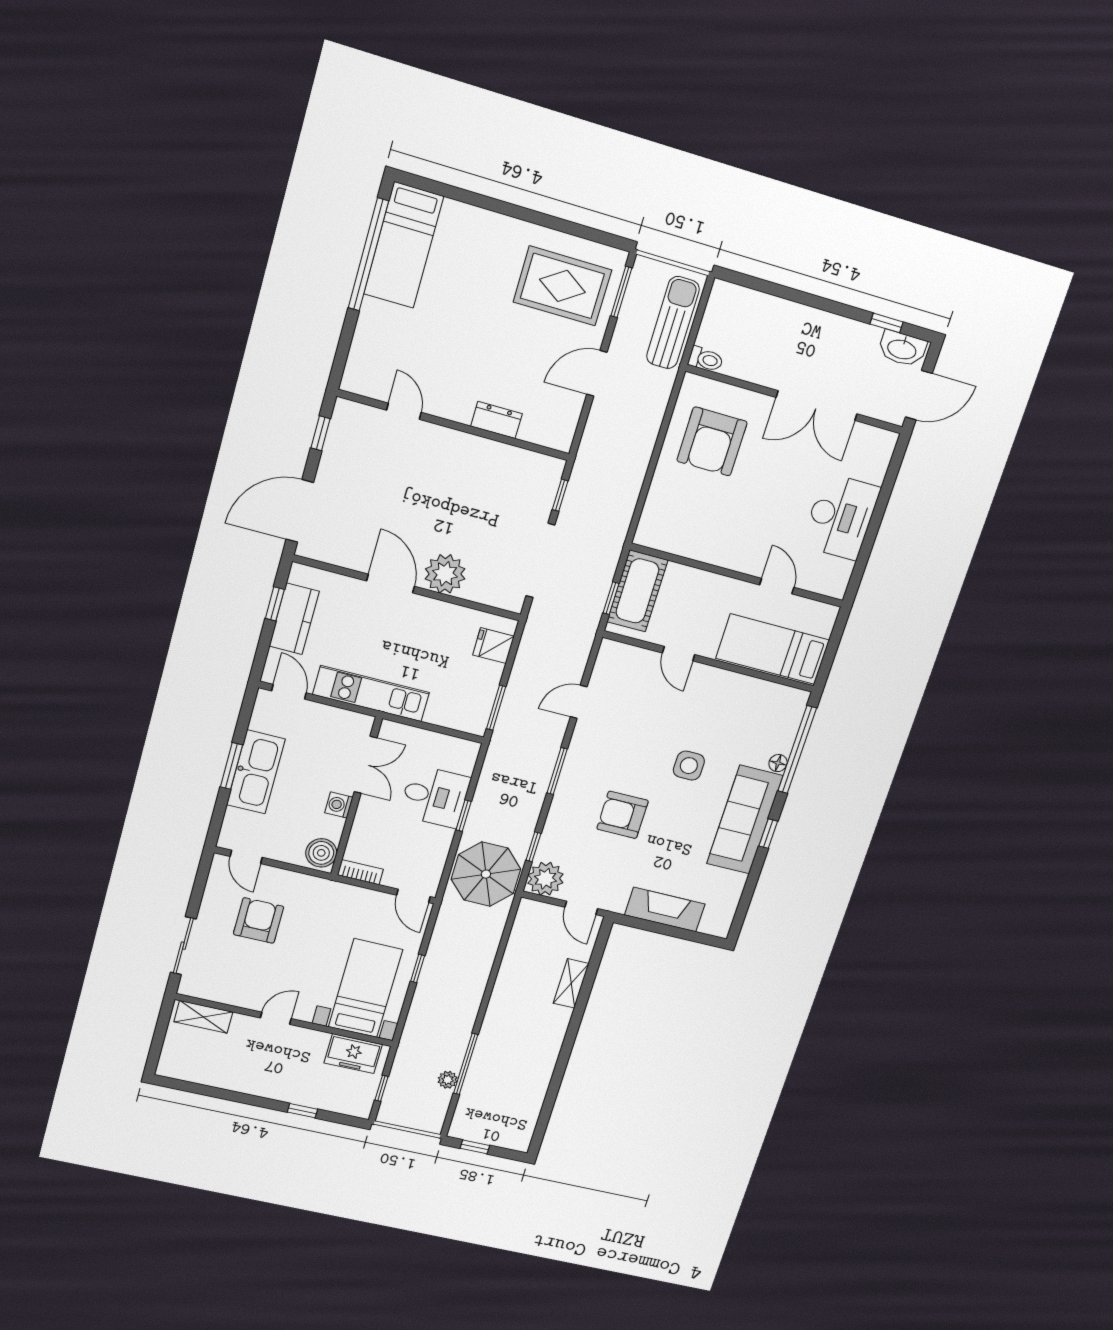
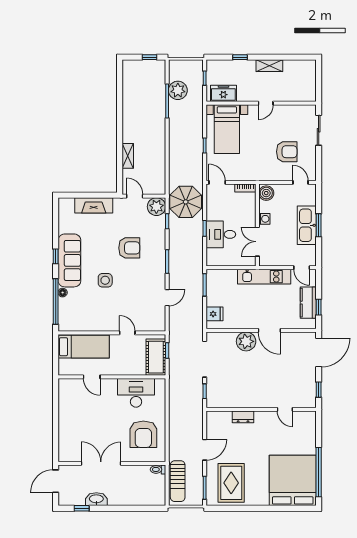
bed: (404, 245) -> (293, 480), width x2.04
rug: (562, 286) -> (231, 483), turned 90
washbasin: (902, 349) -> (96, 499), moved
armchair: (712, 441) -> (143, 434), turned 180
desk: (841, 517) -> (136, 393), moved, turned 90
armchair: (259, 920) -> (287, 152), turned -90
shelving: (203, 1017) -> (269, 66), moved
plant: (448, 1080) -> (178, 90), width x1.88, depth x1.88

